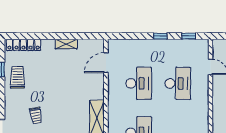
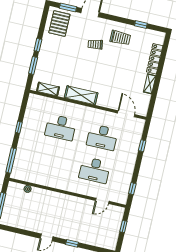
window: (160, 36) -> (142, 146), moved
locker: (23, 45) -> (155, 59), moved
trolley: (17, 77) -> (120, 38), moved

